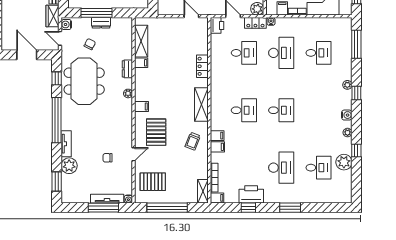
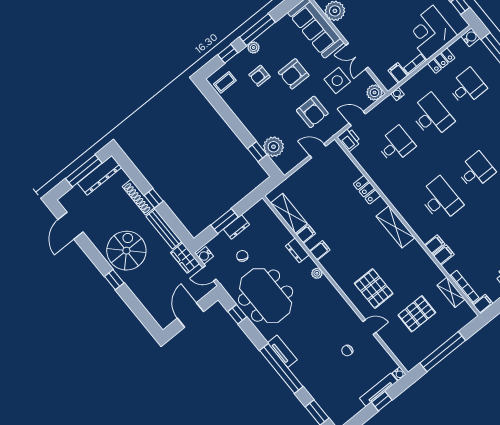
window: (97, 13) -> (225, 221), width x0.69
locker: (255, 23) -> (441, 61), moved
water cooler: (346, 23) -> (470, 37), added
door: (27, 55) -> (191, 315), hinge flipped
filing cabinet: (141, 107) -> (320, 251), moved
desk: (244, 110) -> (440, 200), width x1.37
window: (57, 120) -> (281, 369), moved
trolley: (193, 141) -> (416, 269), removed
tv unit: (66, 144) -> (282, 351), moved
door: (134, 154) -> (369, 327), hinge flipped
plant: (69, 166) -> (317, 388), removed
pallet: (153, 182) -> (417, 314), moved
shelving: (203, 191) -> (451, 292), moved
window: (103, 208) -> (382, 401), width x0.46

